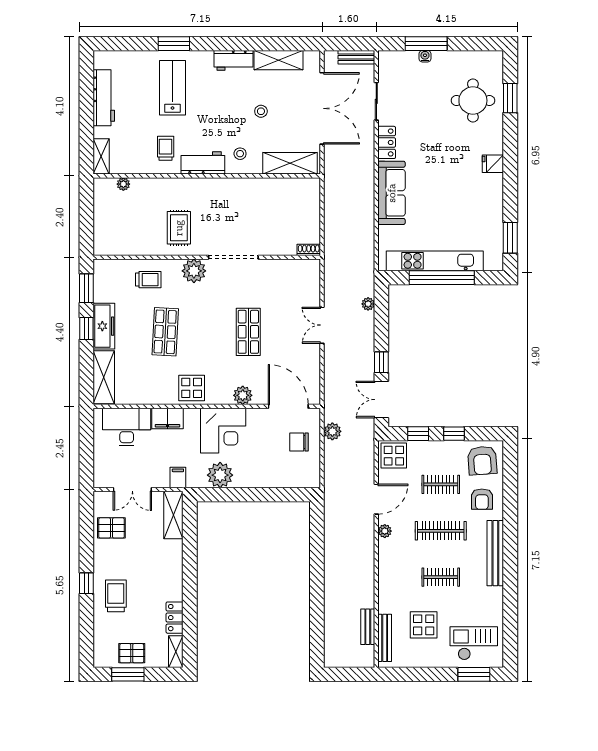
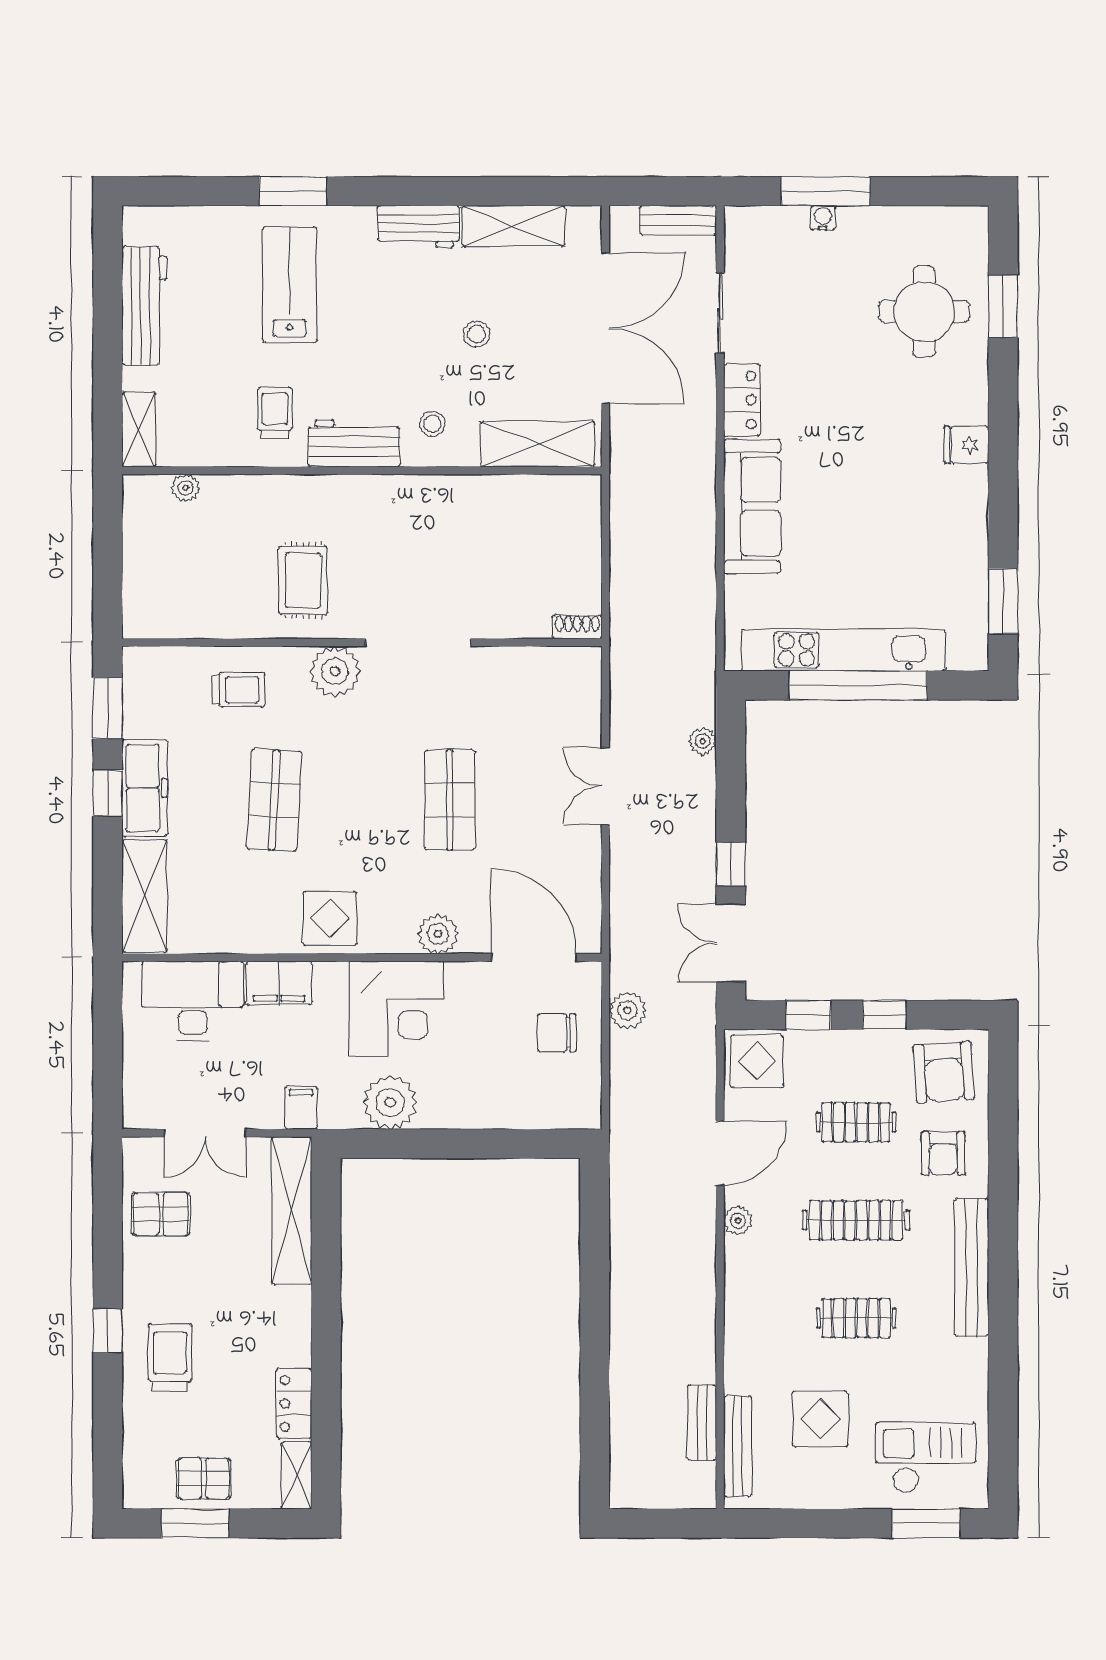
shelving: (173, 515) -> (292, 1211), width x1.47

